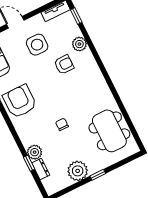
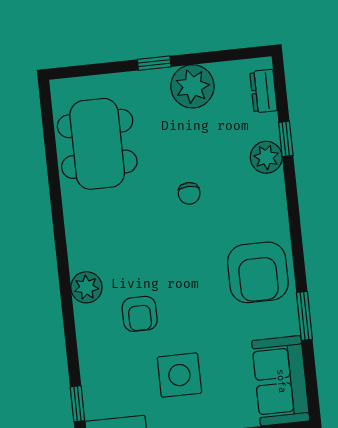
plant: (79, 44) -> (86, 287), moved
armchair: (64, 65) -> (140, 314), turned -90
dresser: (41, 169) -> (263, 91), moved

